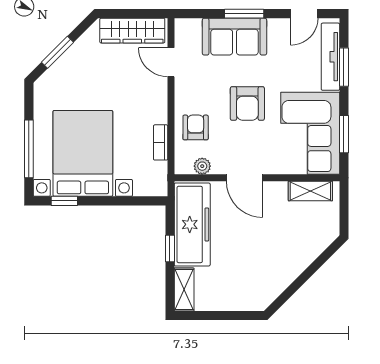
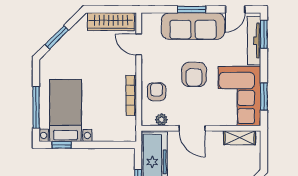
sofa: (234, 37) -> (193, 26), width x1.36
window: (344, 67) -> (264, 34), moved
bookcase: (161, 142) -> (131, 95), width x1.56
bed with nightstands: (83, 153) -> (66, 111), width x0.73

